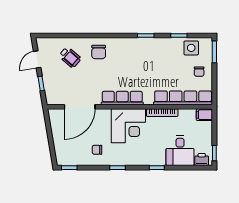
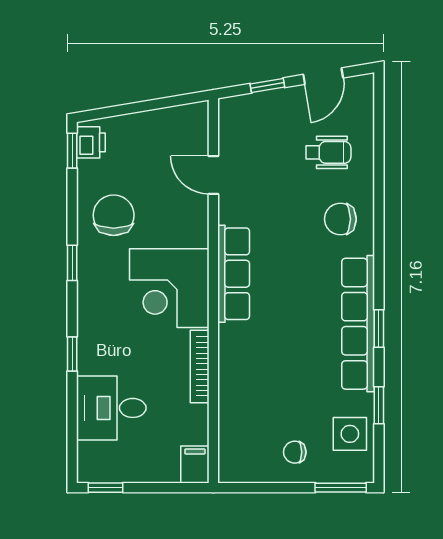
wheelchair: (70, 57) -> (328, 152), turned -131
door: (37, 59) -> (323, 76), swing flipped
row of seats: (183, 98) -> (358, 324), moved, turned 180
door: (80, 107) -> (213, 175), width x0.53
chair: (97, 150) -> (114, 215), width x1.87, depth x1.87
printer: (202, 159) -> (91, 142), moved

